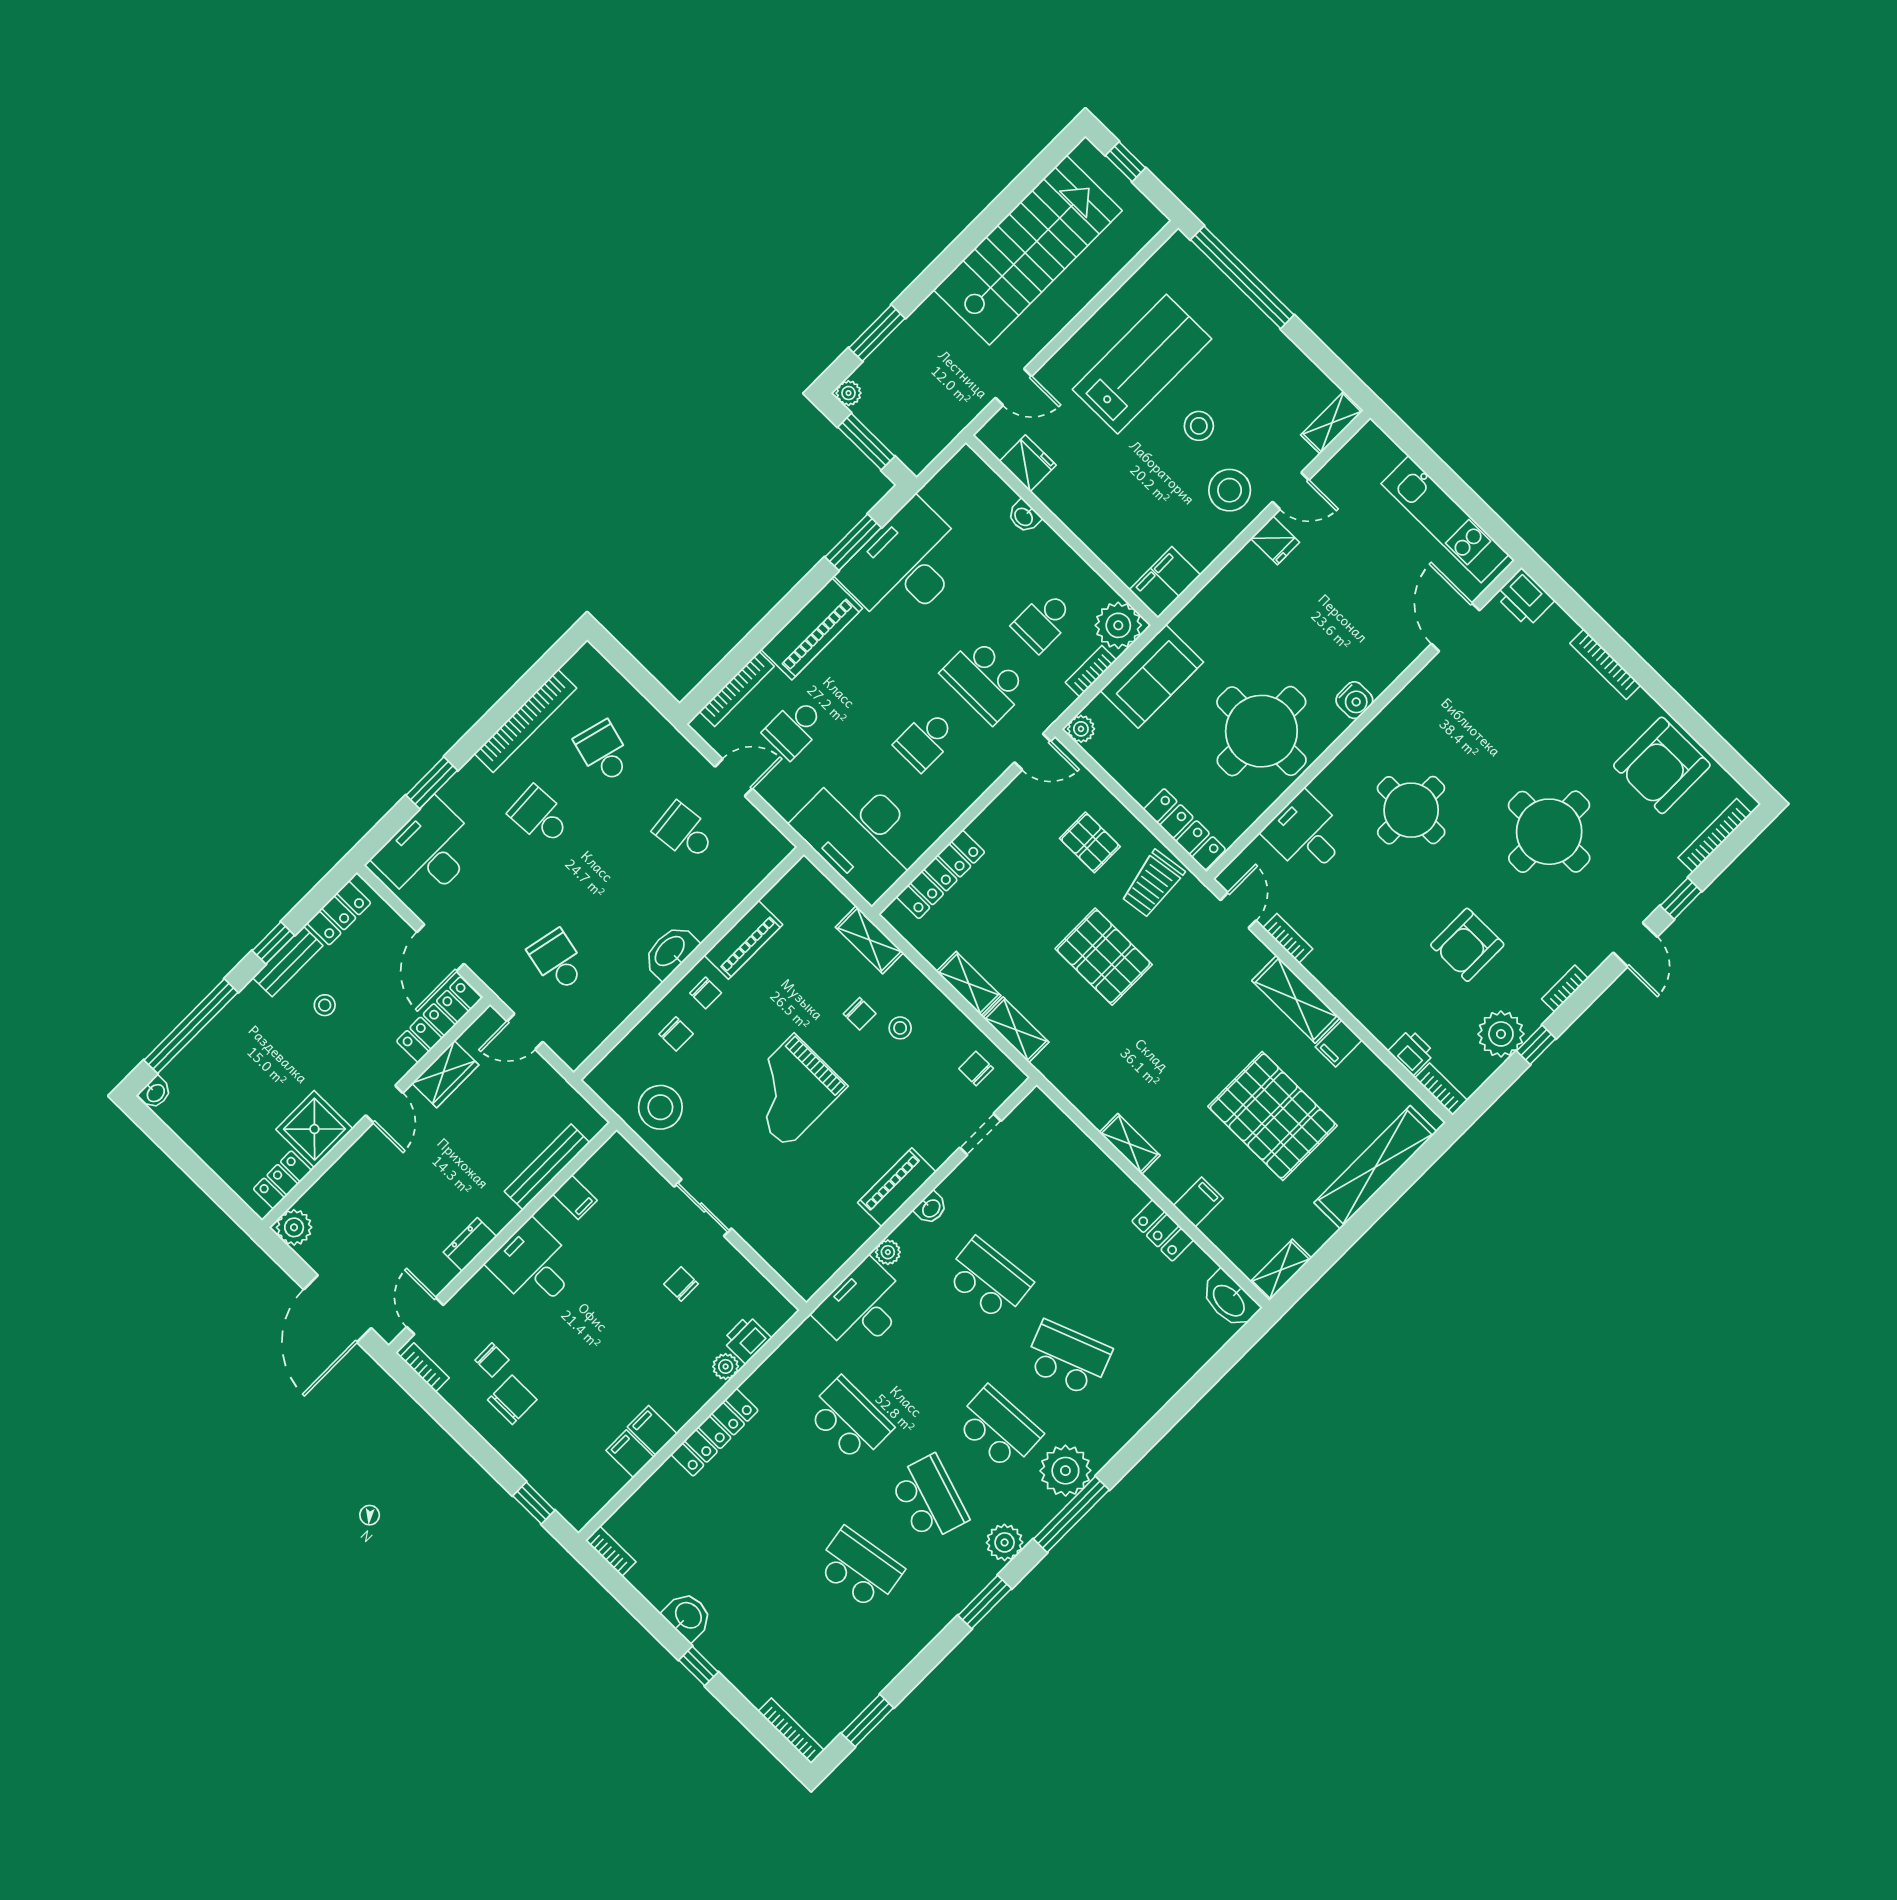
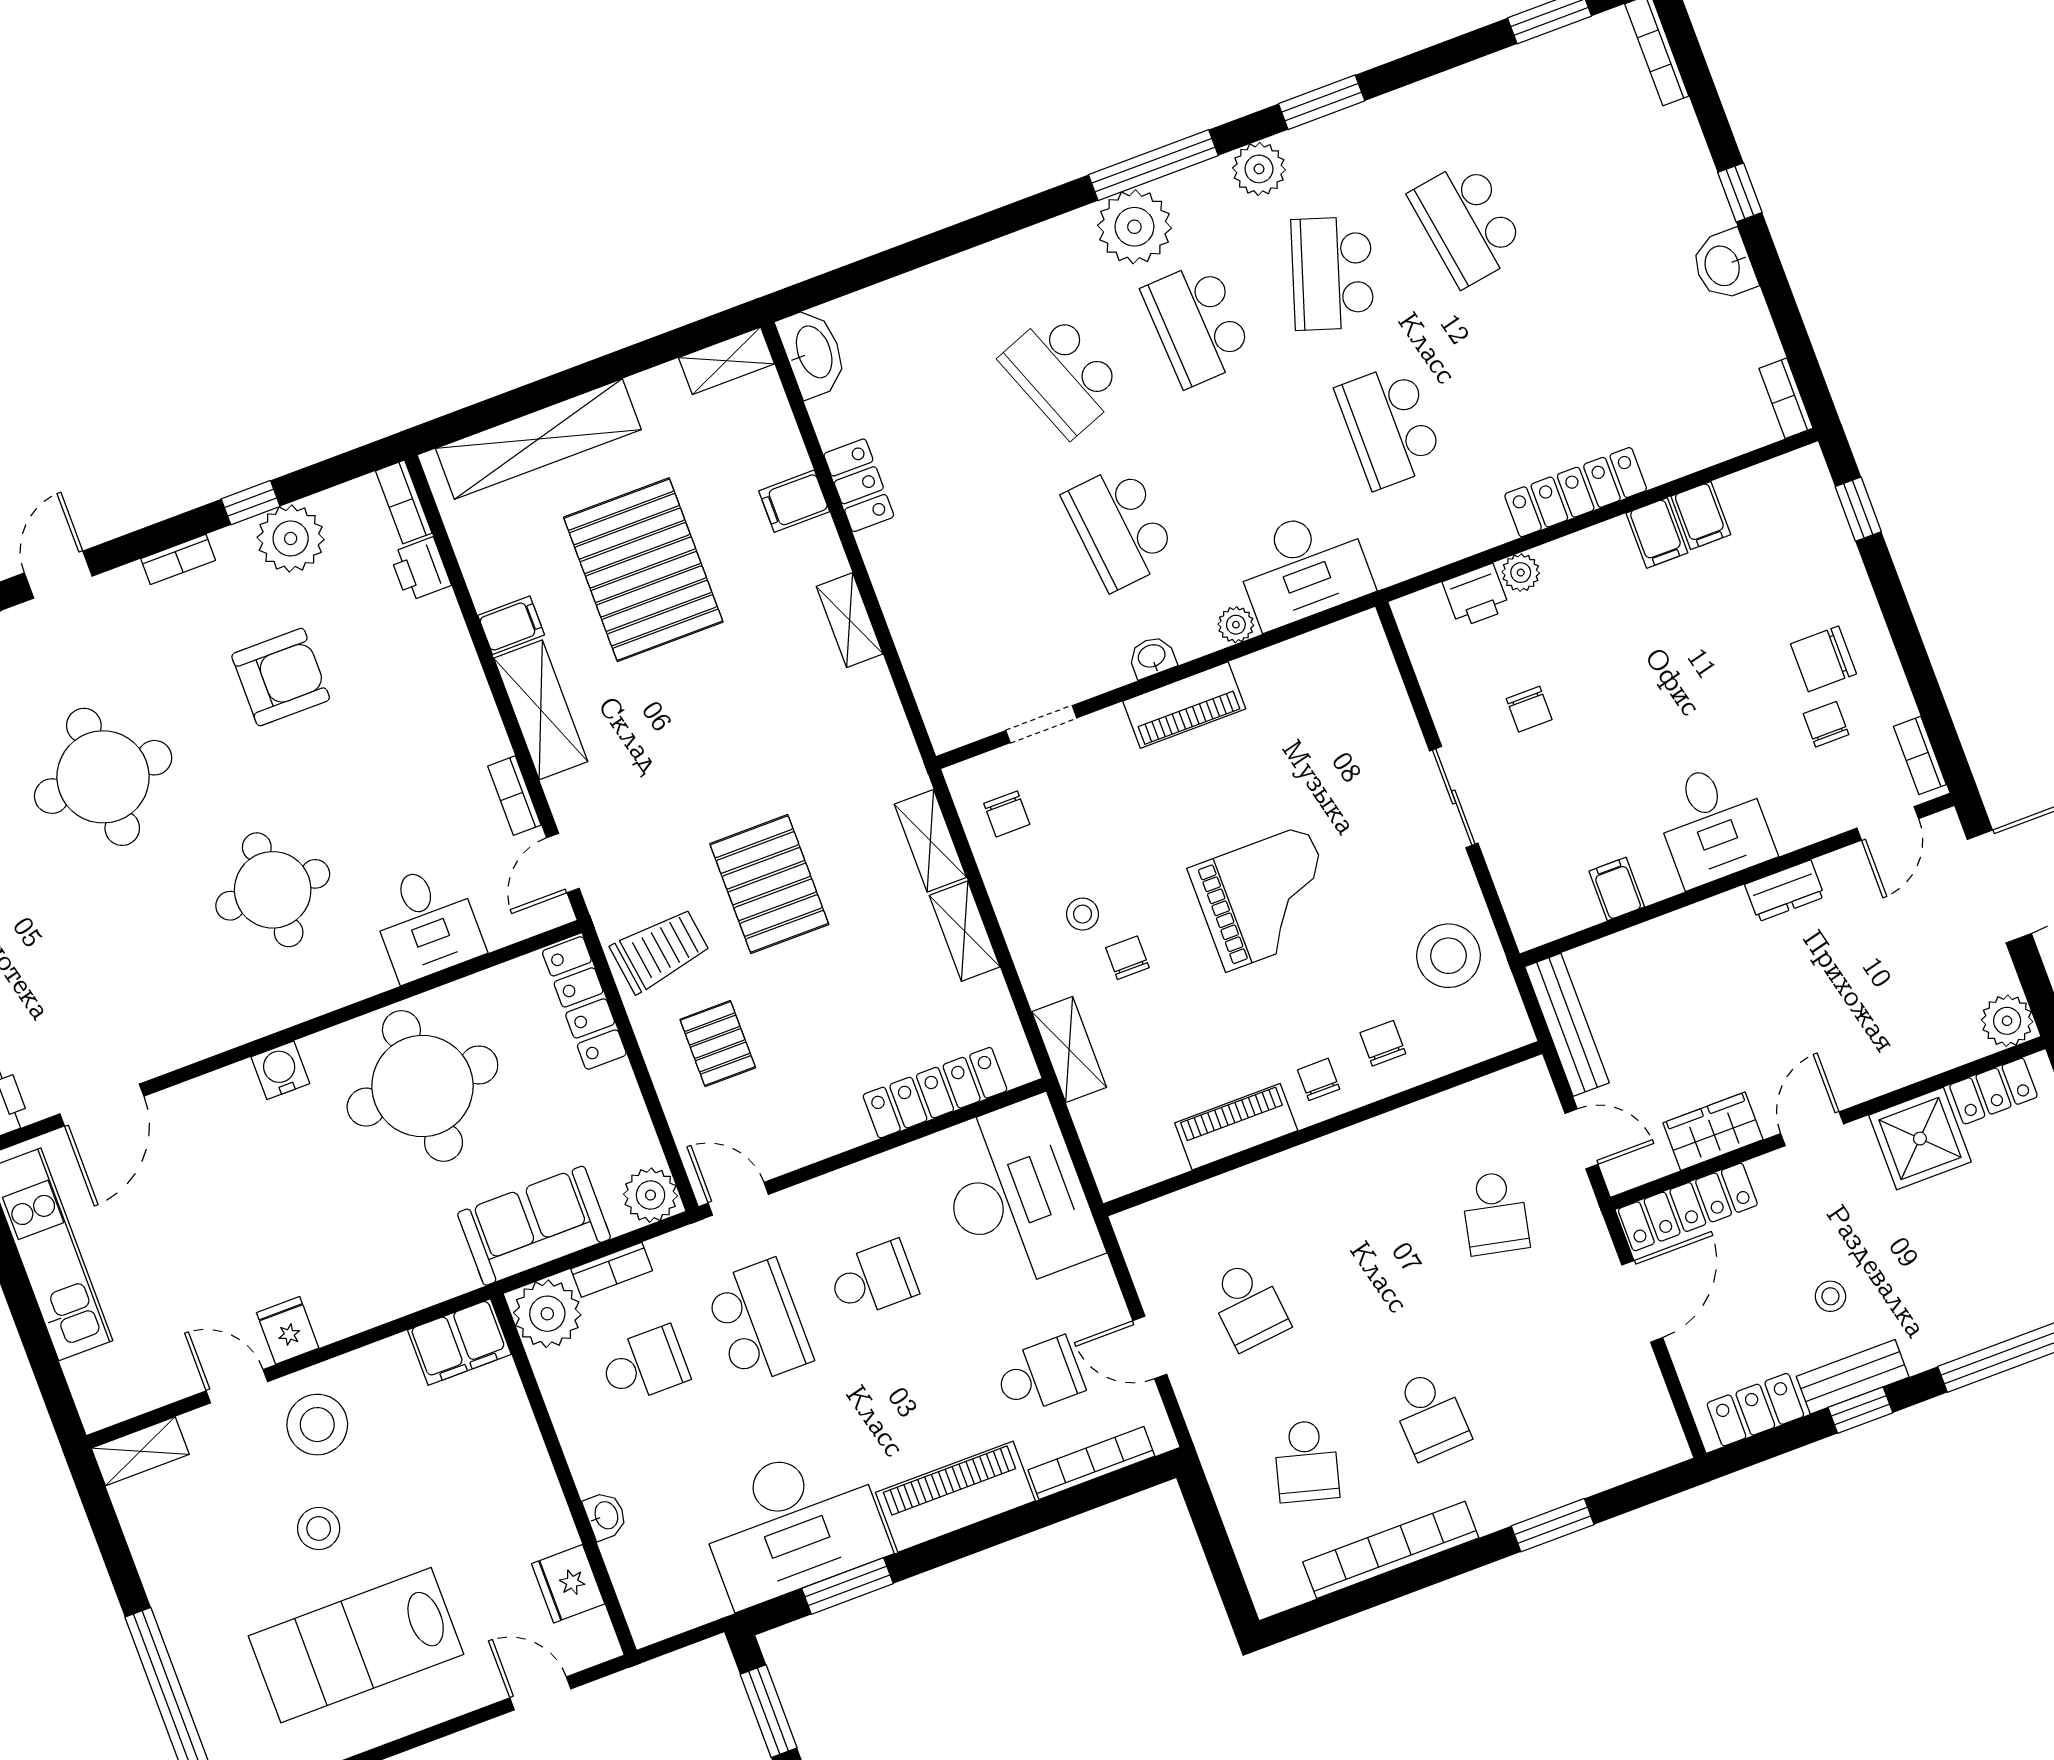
plant: (1081, 729) -> (651, 1195), width x1.38, depth x1.38
desk: (428, 852) -> (1601, 1436), removed
washbasin: (670, 952) -> (1340, 1156), removed
bench: (547, 1167) -> (1567, 1025), moved, turned 90

